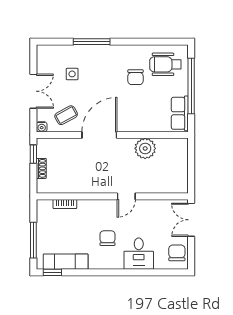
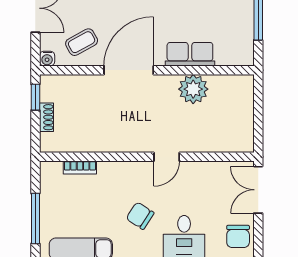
row of seats: (180, 113) -> (190, 54), moved, turned 90
chair: (107, 238) -> (140, 216), turned -57
chair: (177, 253) -> (238, 236), turned 180

